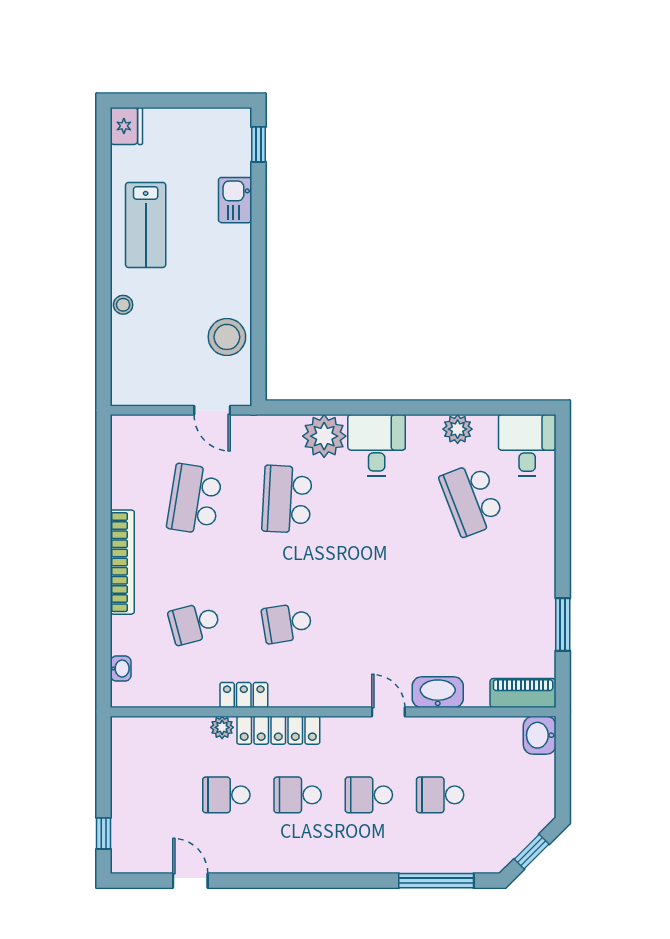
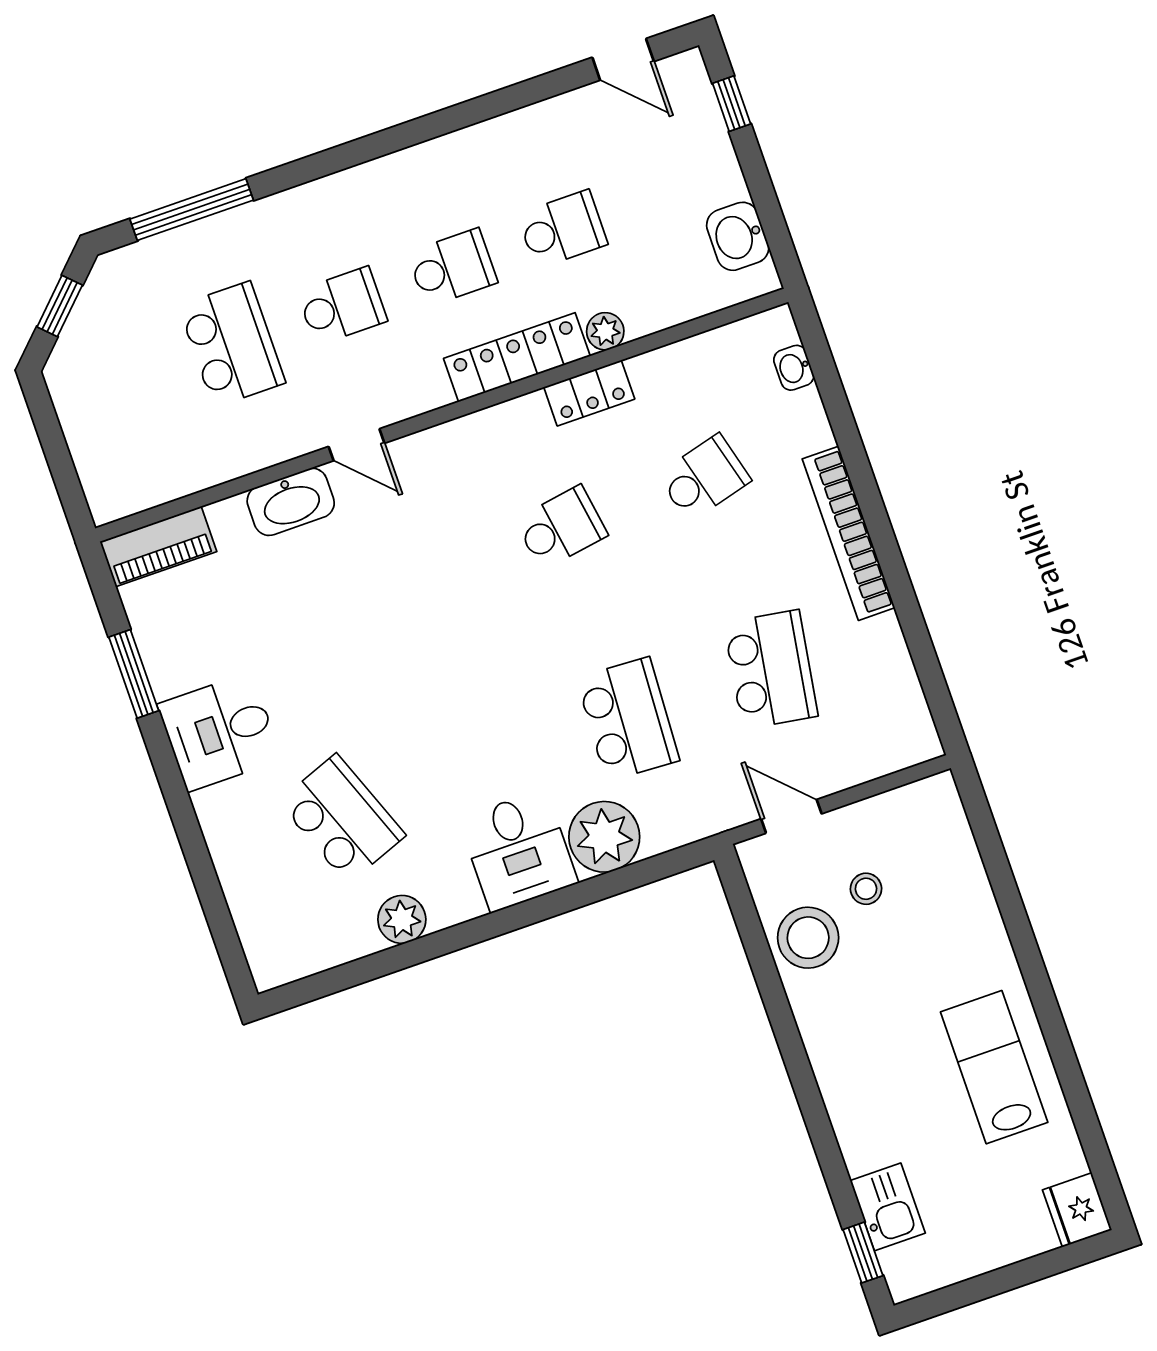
kitchen sink: (235, 200) -> (888, 1207), moved
stool: (123, 305) -> (866, 889), moved
desk: (527, 445) -> (220, 732), moved, turned 90
washbasin: (540, 735) -> (738, 236), moved, turned 180
school desk: (440, 795) -> (232, 344), width x1.85
door: (190, 881) -> (623, 59), moved

